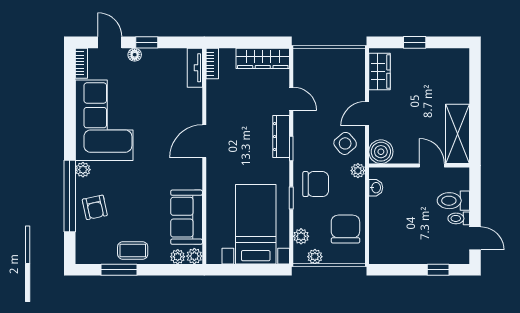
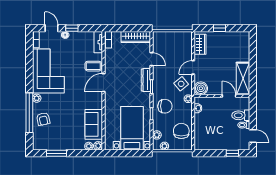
coffee table: (133, 250) -> (93, 66), moved

